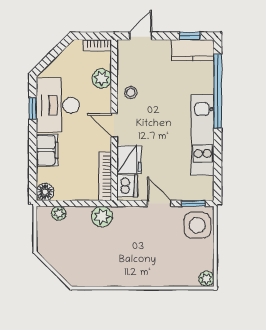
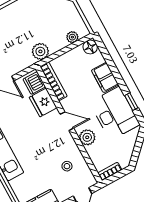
plant: (102, 79) -> (87, 137), moved
stool: (131, 93) -> (67, 166), moved

